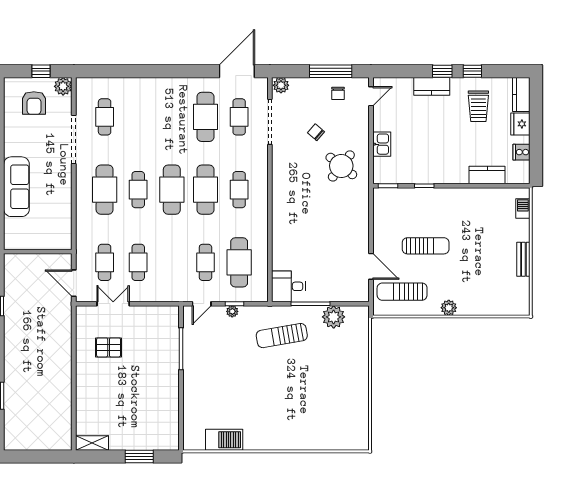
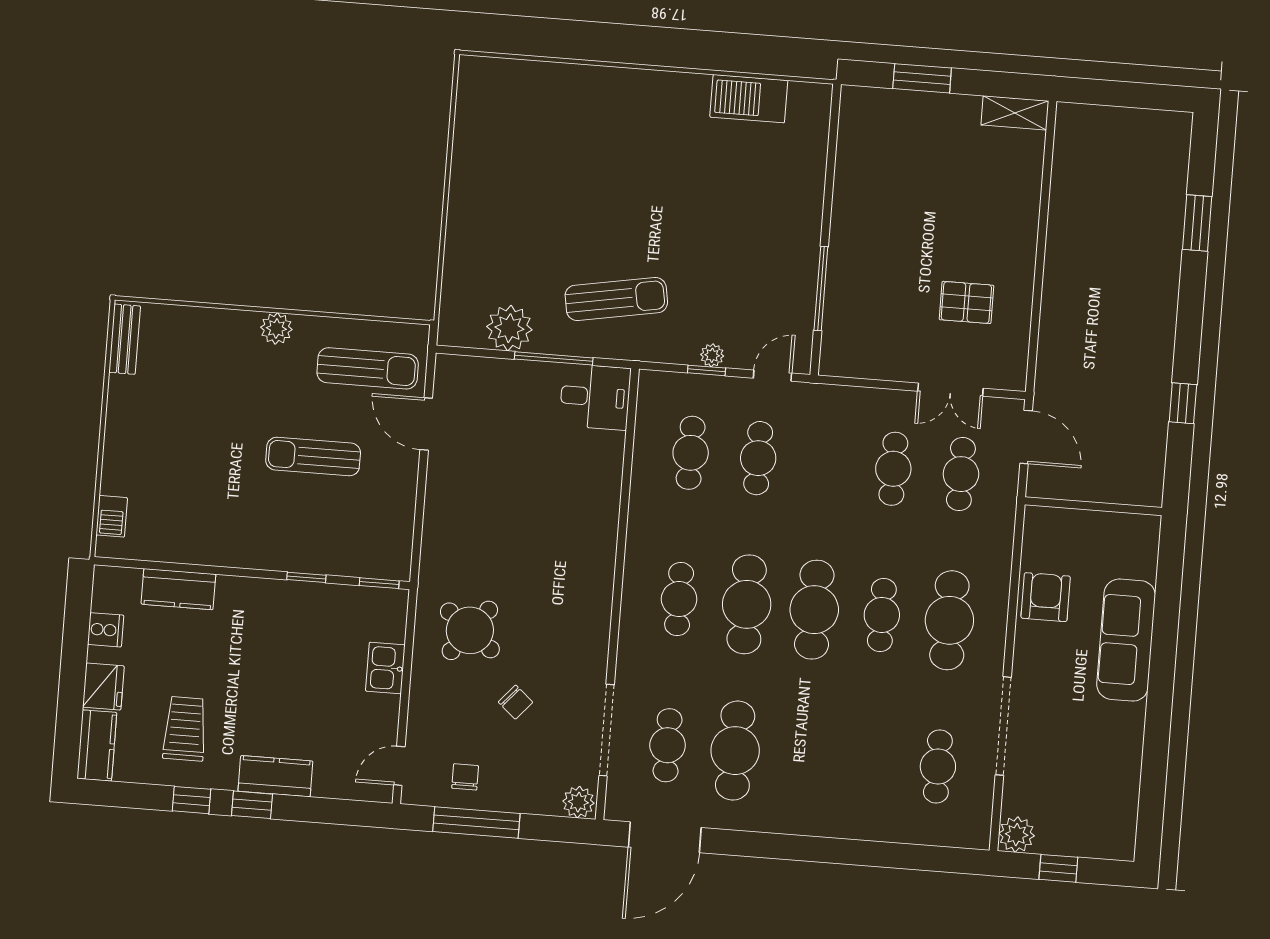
armchair: (34, 103) -> (1046, 597), moved
bench: (523, 259) -> (125, 339), moved
cafe table: (239, 262) -> (691, 453), width x0.73, depth x0.74

